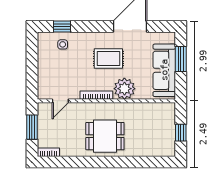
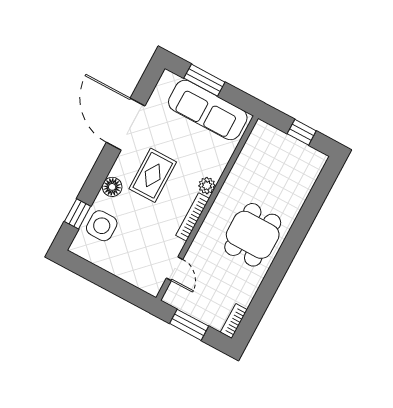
floor lamp: (89, 38) -> (112, 187), added
side table: (63, 44) -> (102, 226), width x1.87, depth x1.87
plant: (124, 89) -> (207, 186), width x0.53, depth x0.53

